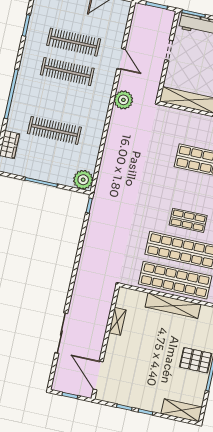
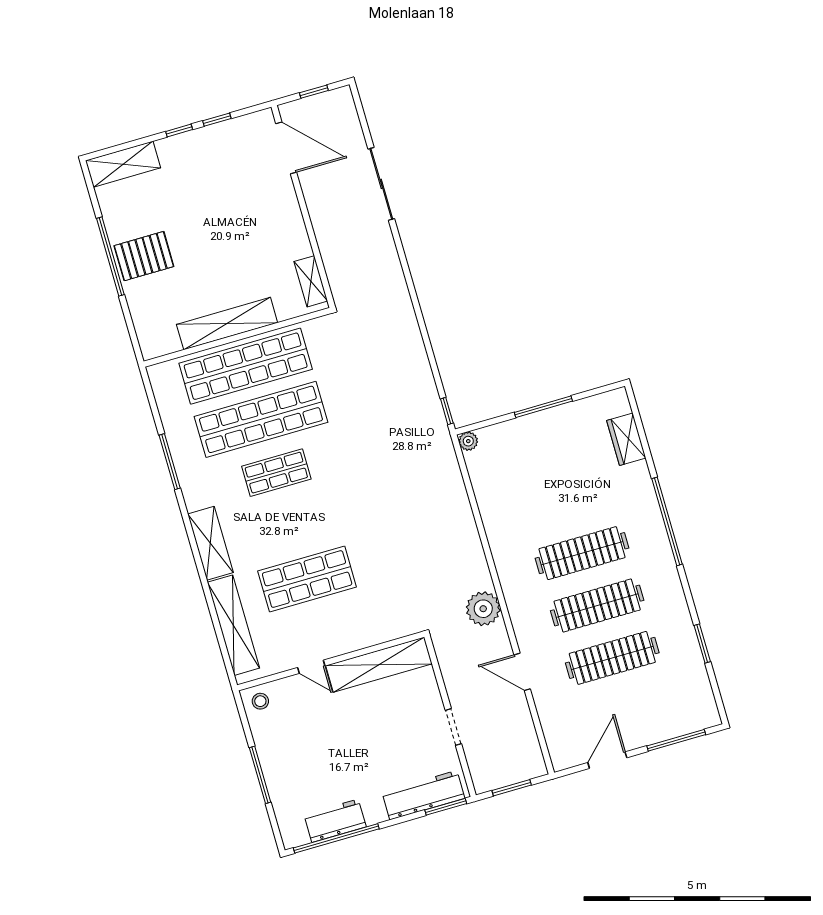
clothes rail: (54, 130) -> (582, 553), moved
plant: (83, 180) -> (468, 441), width x0.53, depth x0.53
shelving: (117, 321) -> (311, 281), moved

